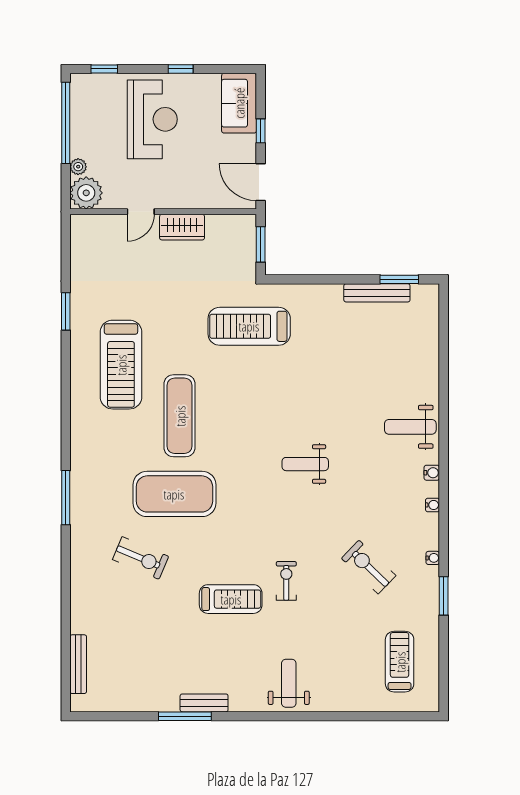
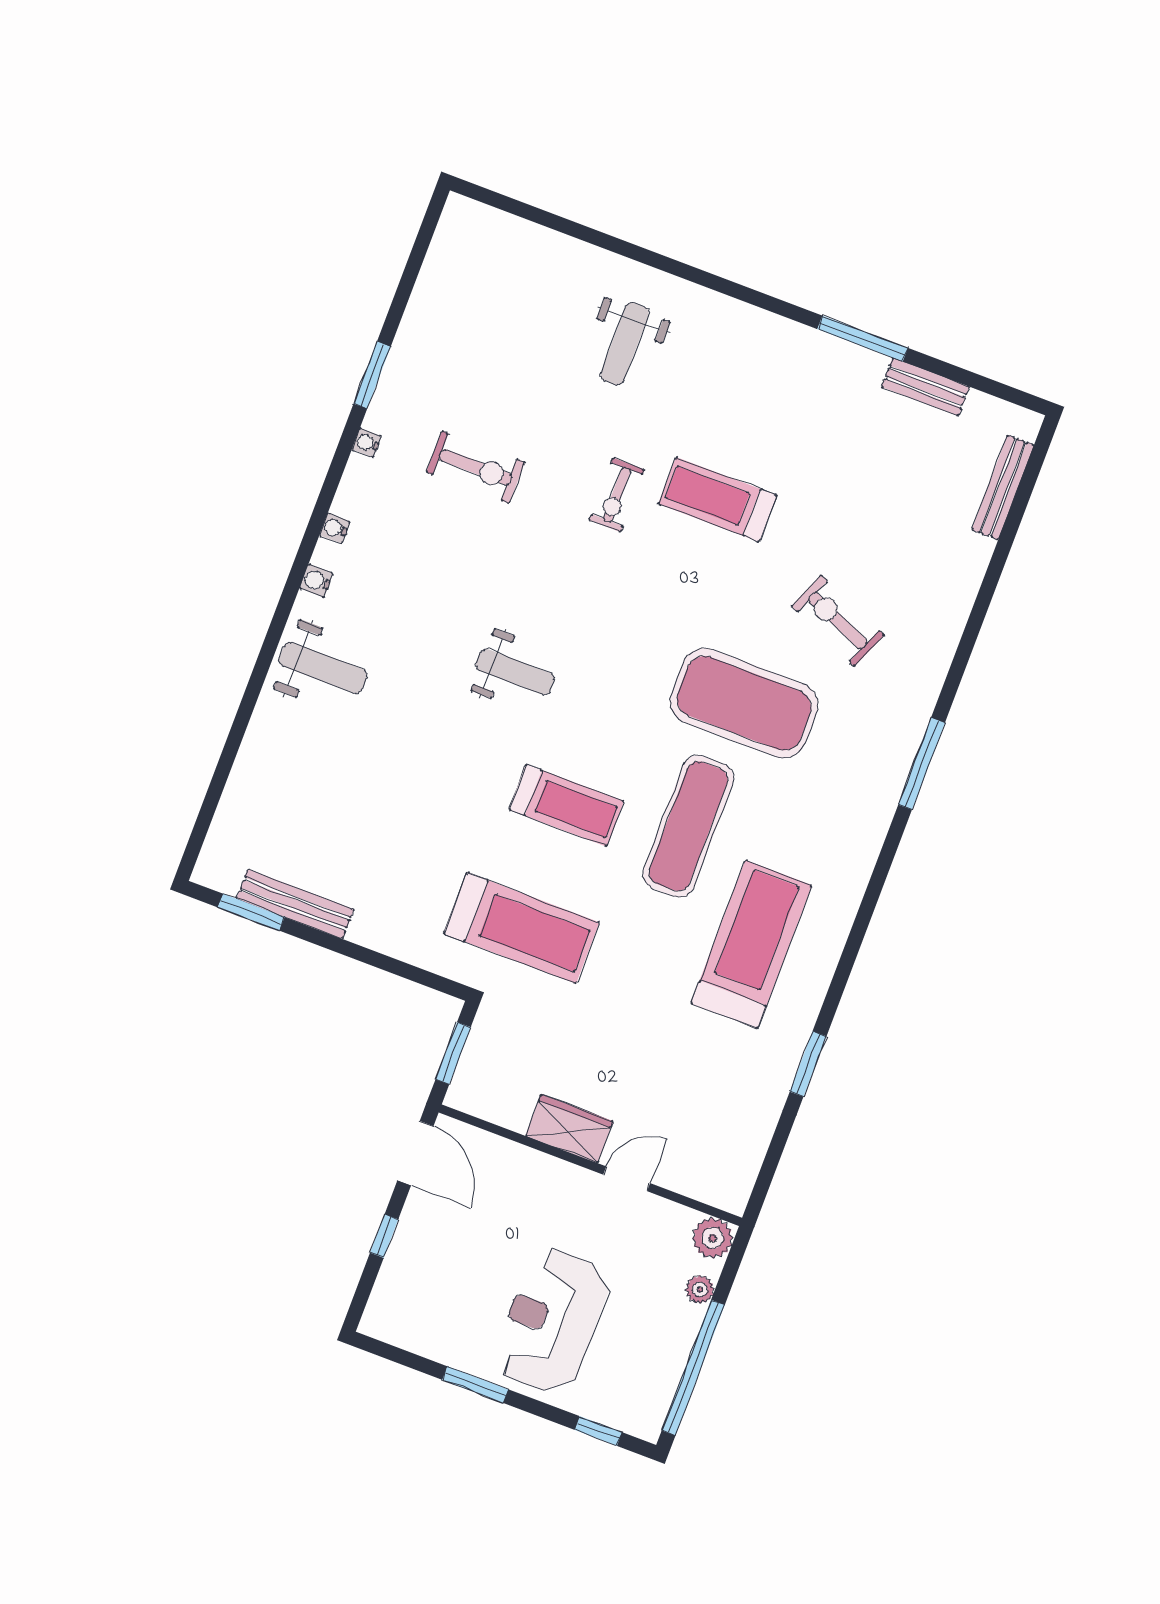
window: (181, 69) -> (475, 1385), width x1.50
sofa: (239, 103) -> (402, 1294), removed
plant: (86, 193) -> (713, 1238), width x0.73, depth x0.73
exercise bike: (369, 567) -> (476, 467), turned -44
treadmill: (400, 662) -> (567, 805), moved, turned -90
weight bench: (289, 683) -> (625, 344), moved
bench: (204, 703) -> (926, 387), moved

